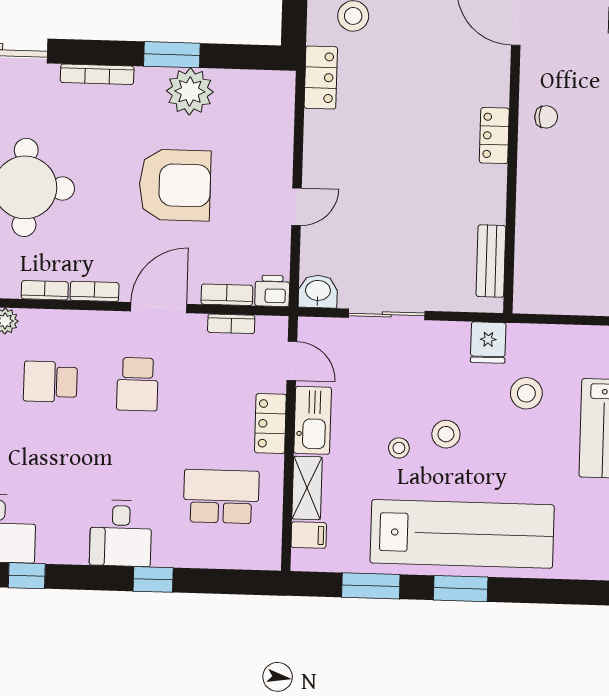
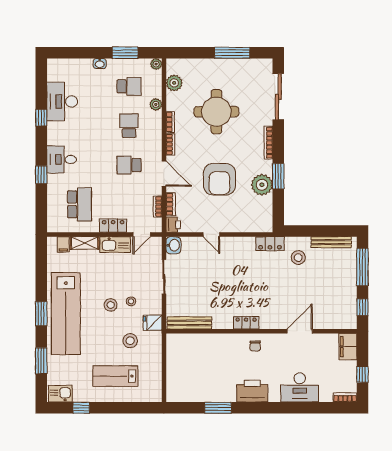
bench: (491, 261) -> (189, 323), width x1.36
stool: (399, 448) -> (131, 301), moved
window: (371, 586) -> (41, 361), moved

